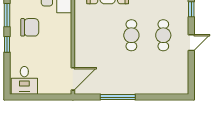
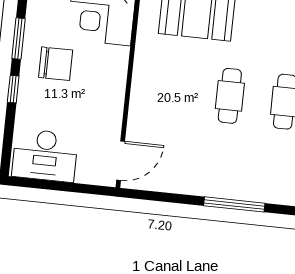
desk: (24, 80) -> (45, 155), width x1.37
window: (118, 97) -> (234, 204), moved

